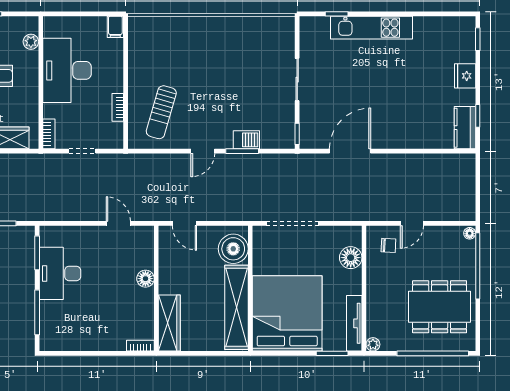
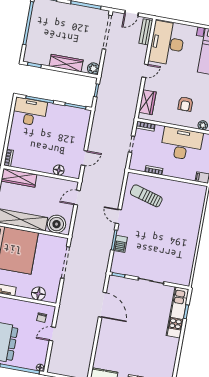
kitchen unit: (372, 28) -> (178, 312), moved
door: (412, 223) -> (52, 334), hinge flipped
desk: (60, 273) -> (30, 112), moved
floor lamp: (145, 279) -> (59, 170), moved

